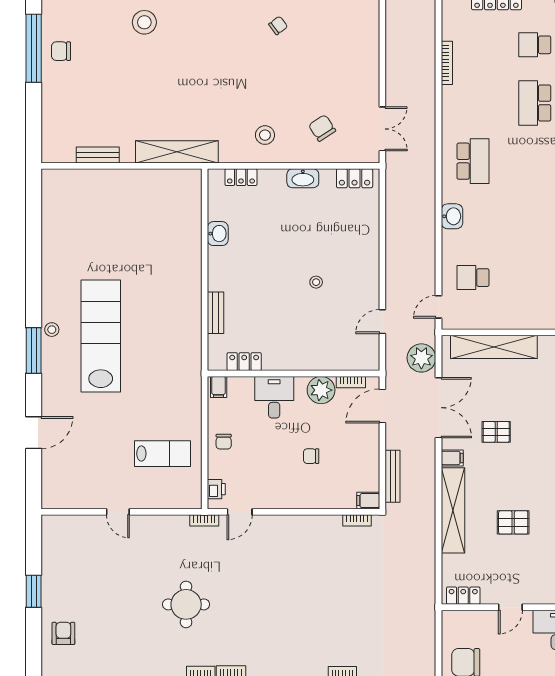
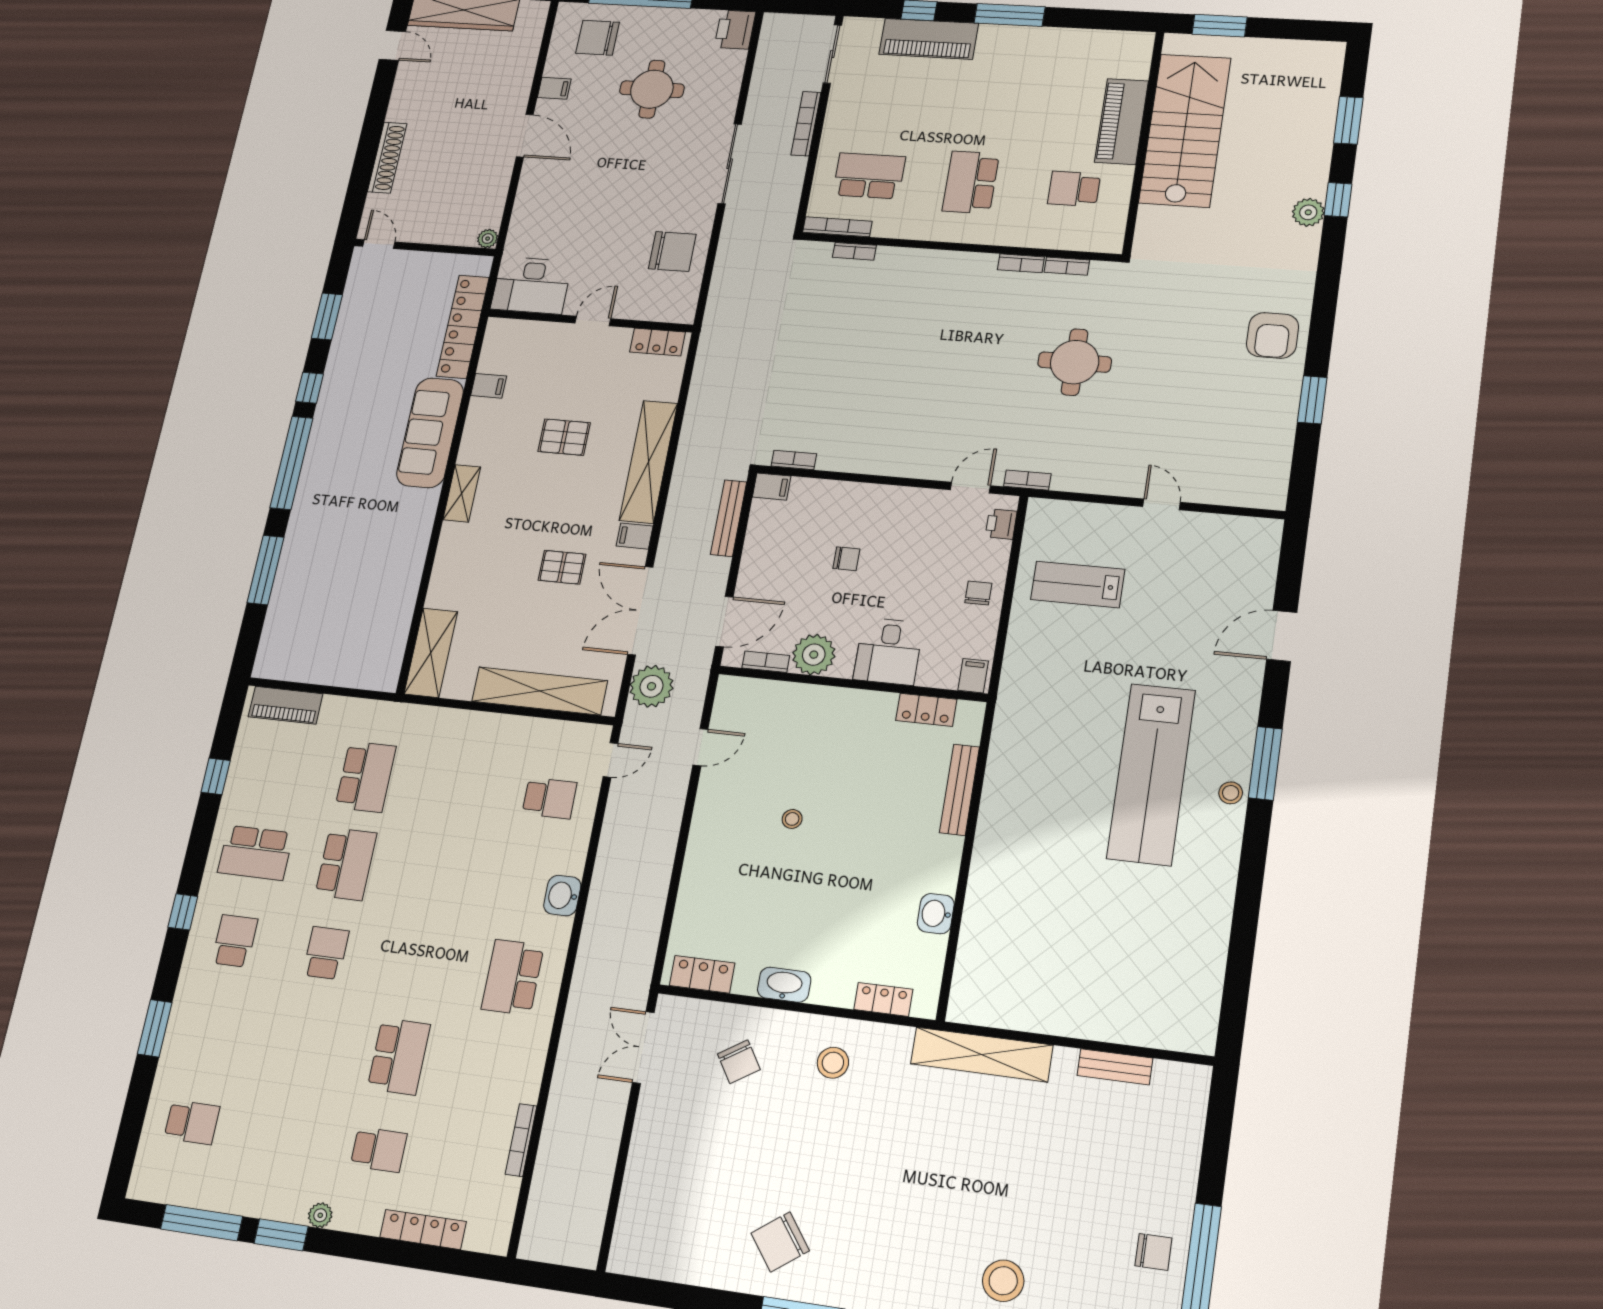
chair: (278, 25) -> (780, 1242), width x1.87, depth x1.87
bench: (215, 313) -> (960, 790), width x1.36
armchair: (63, 633) -> (1272, 335), width x1.38, depth x1.38

